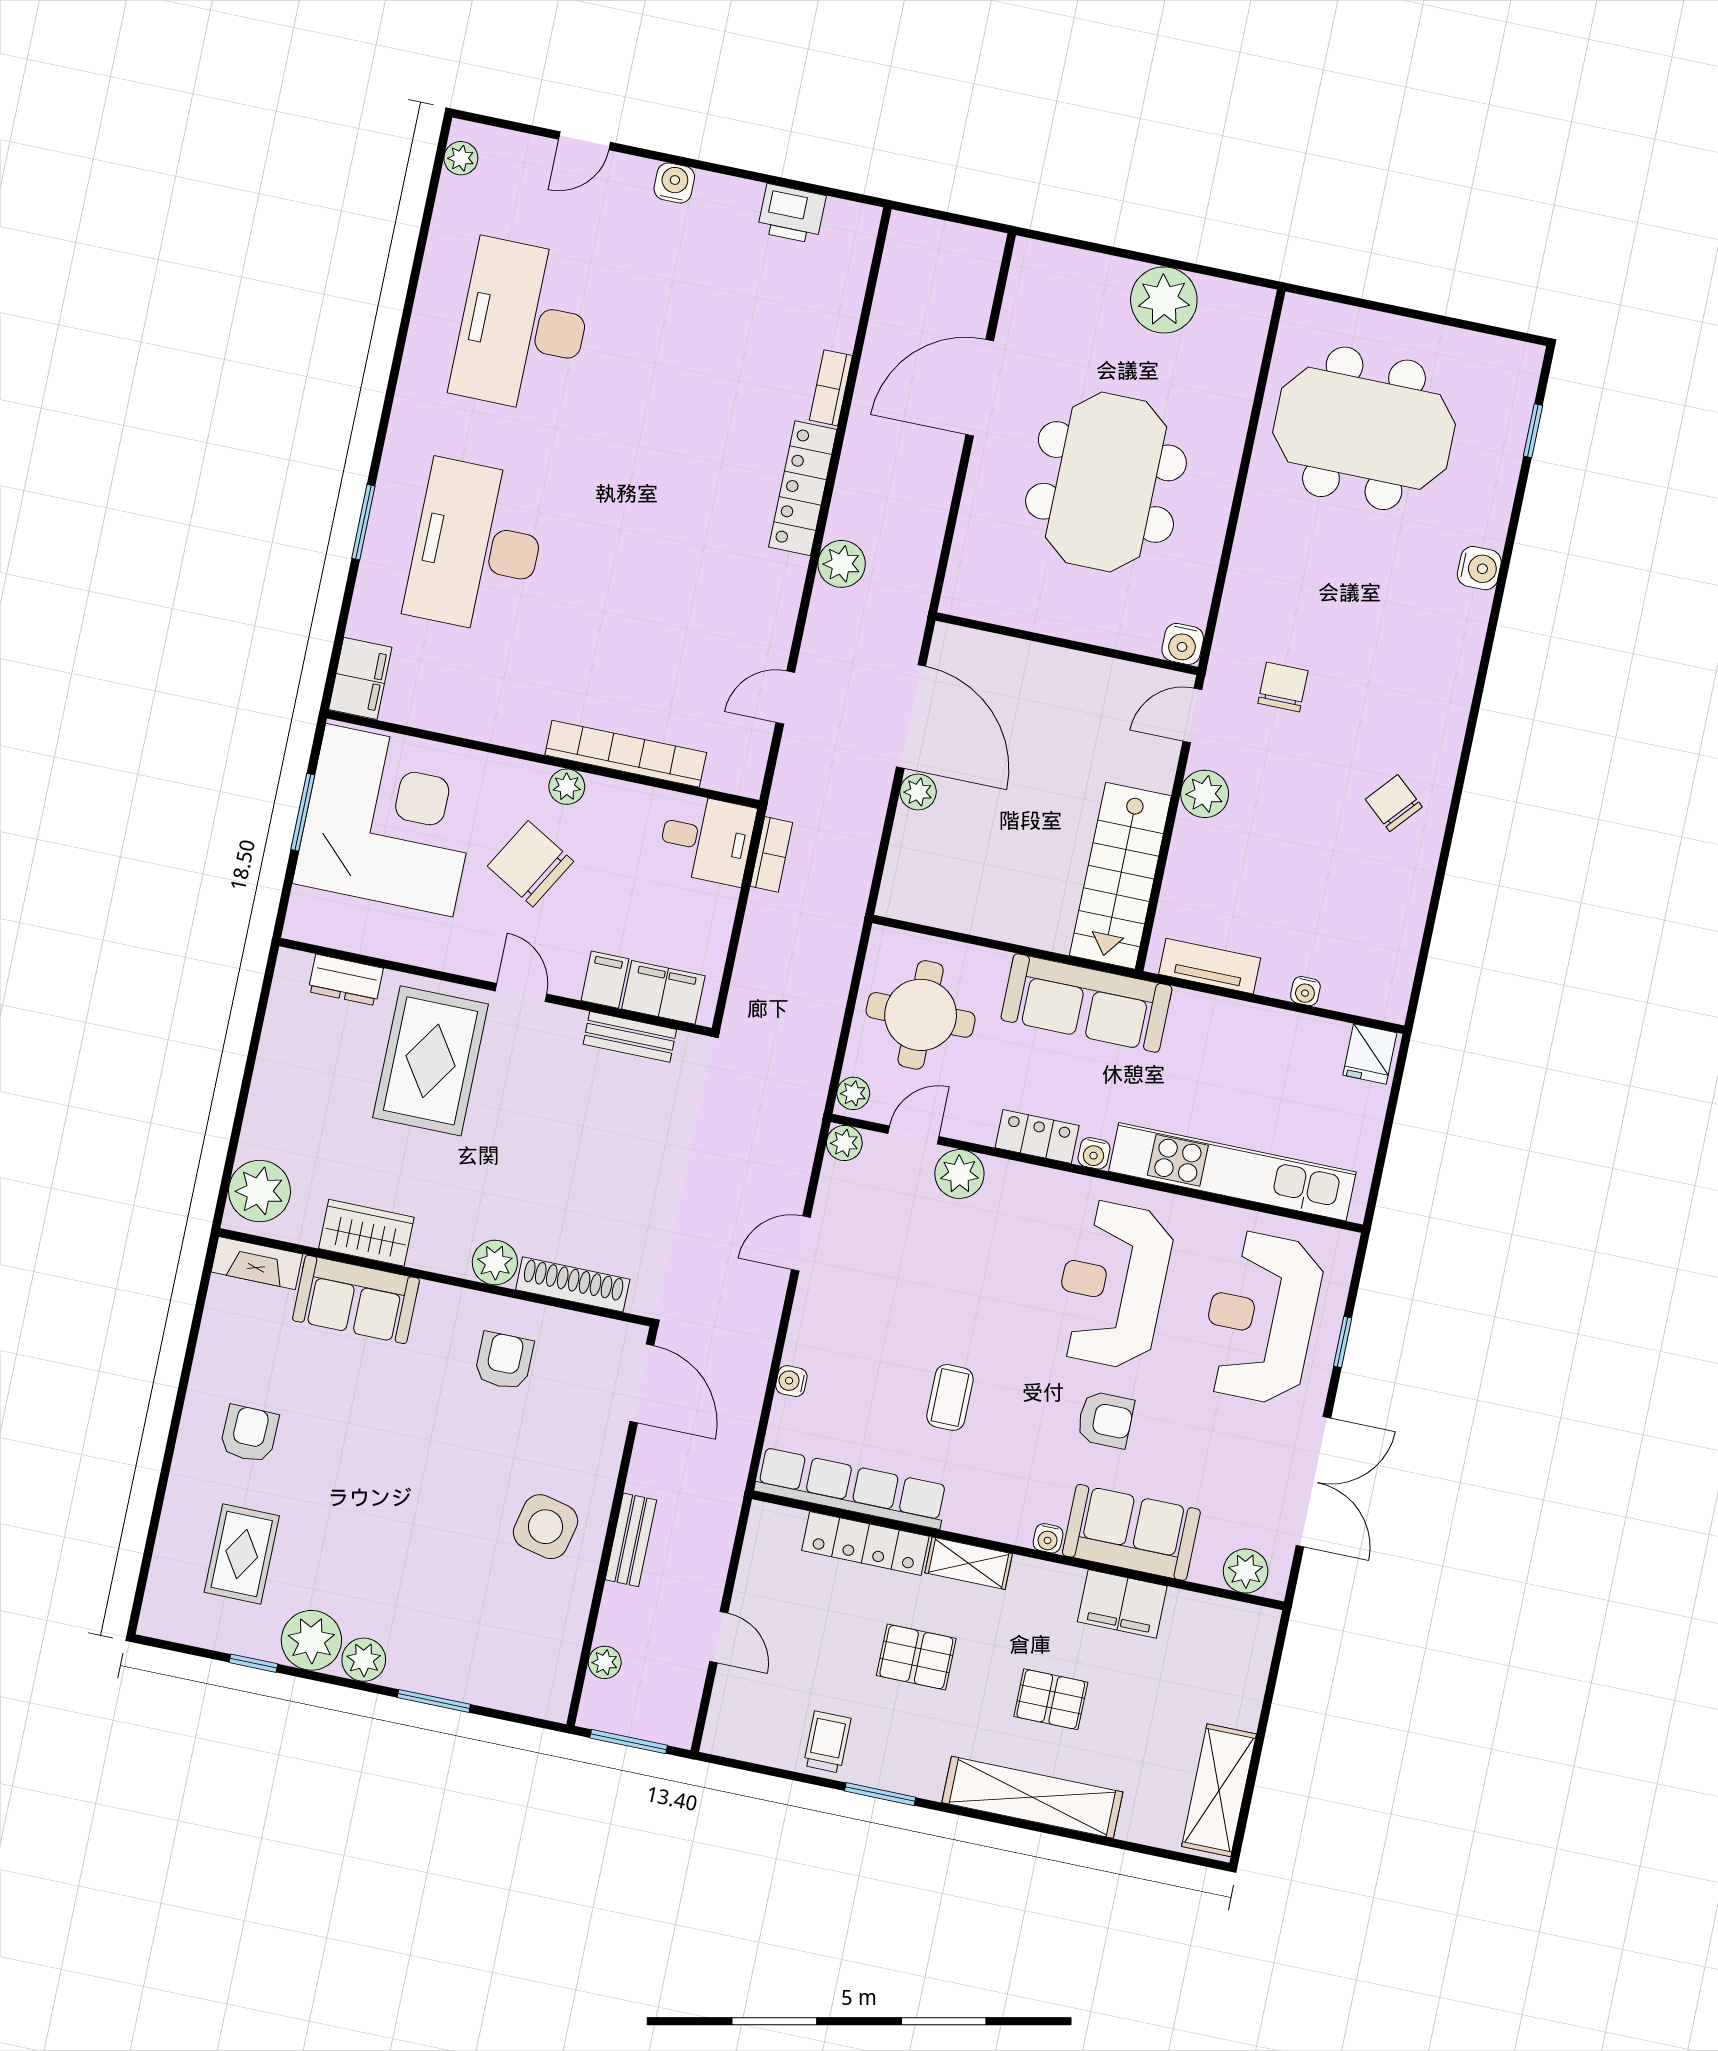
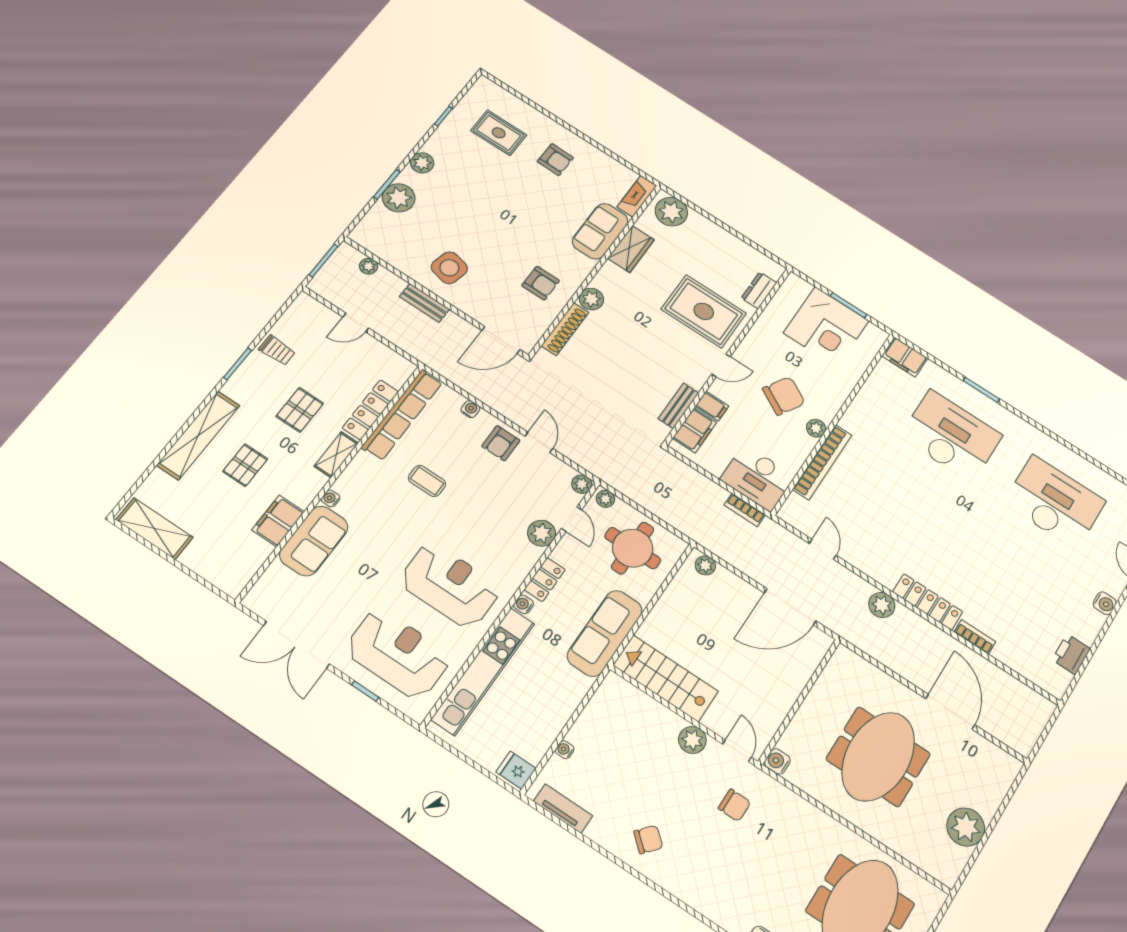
meeting table: (1106, 482) -> (878, 757), turned 90
plant: (918, 792) -> (705, 565), moved
corner desk: (389, 820) -> (826, 327), width x0.74, depth x0.74
desk: (707, 839) -> (757, 478), width x1.37
tv unit: (1210, 966) -> (563, 809), moved, turned -90
armchair: (1105, 1420) -> (501, 443), moved
plant: (1246, 1571) -> (265, 590), removed
plant: (311, 1640) -> (399, 198), moved

